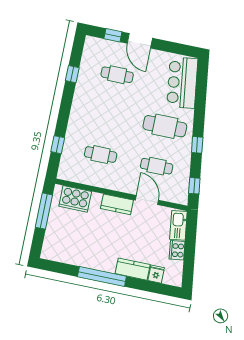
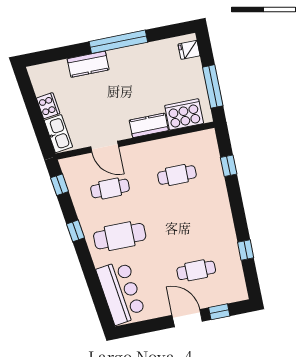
kitchen counter: (117, 204) -> (149, 125), moved
fridge: (156, 274) -> (189, 50), moved, turned 90

